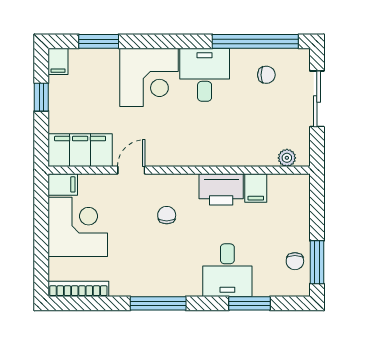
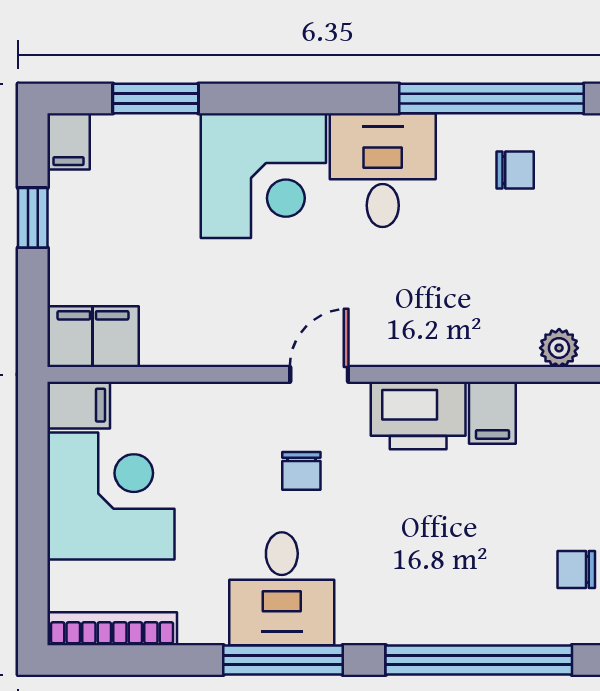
filing cabinet: (80, 150) -> (93, 337), width x0.67, depth x0.86
door: (131, 170) -> (319, 374), moved
chair: (167, 215) -> (301, 471), turned 180
chair: (295, 261) -> (576, 569), turned 90
desk: (227, 270) -> (282, 589), moved
window: (249, 303) -> (479, 660), width x2.11

